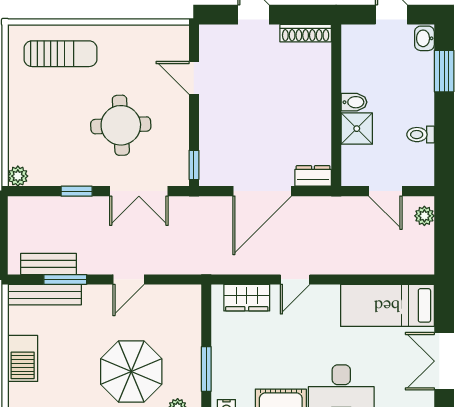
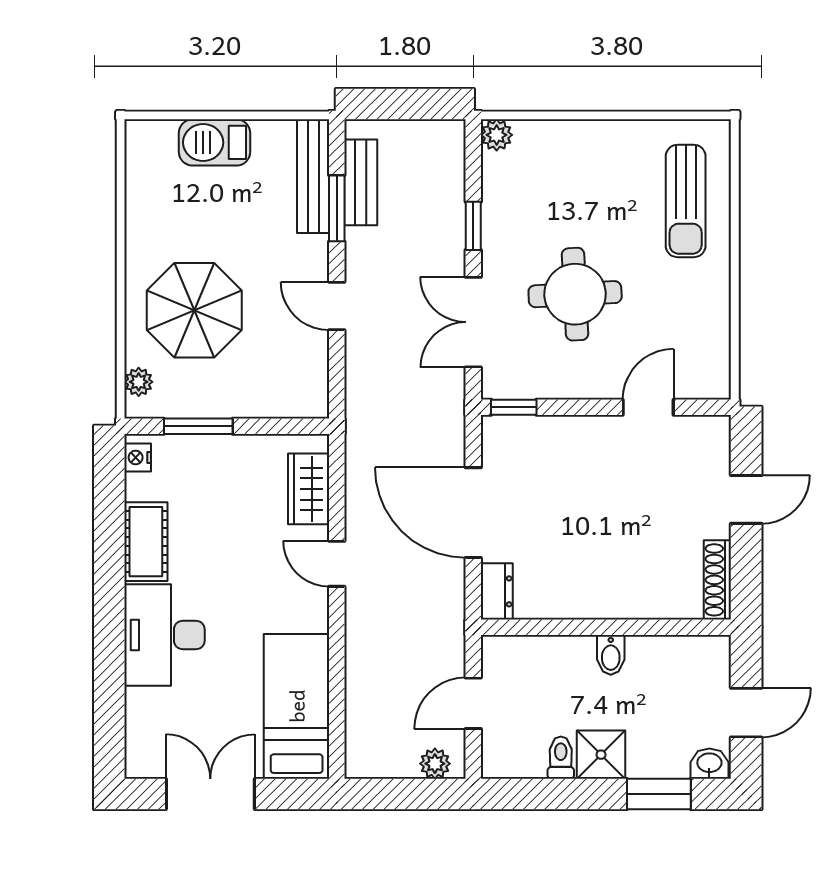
shower: (357, 129) -> (601, 755), moved

